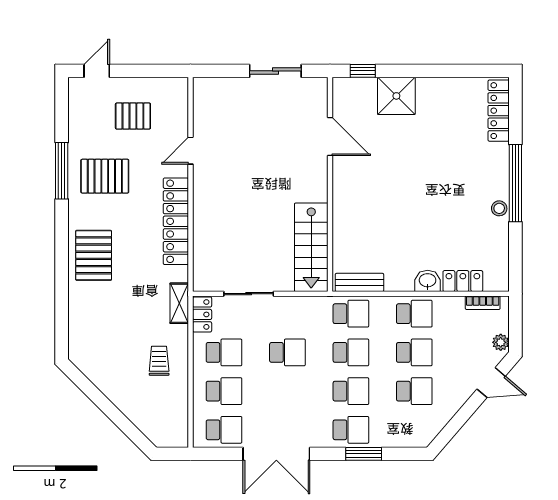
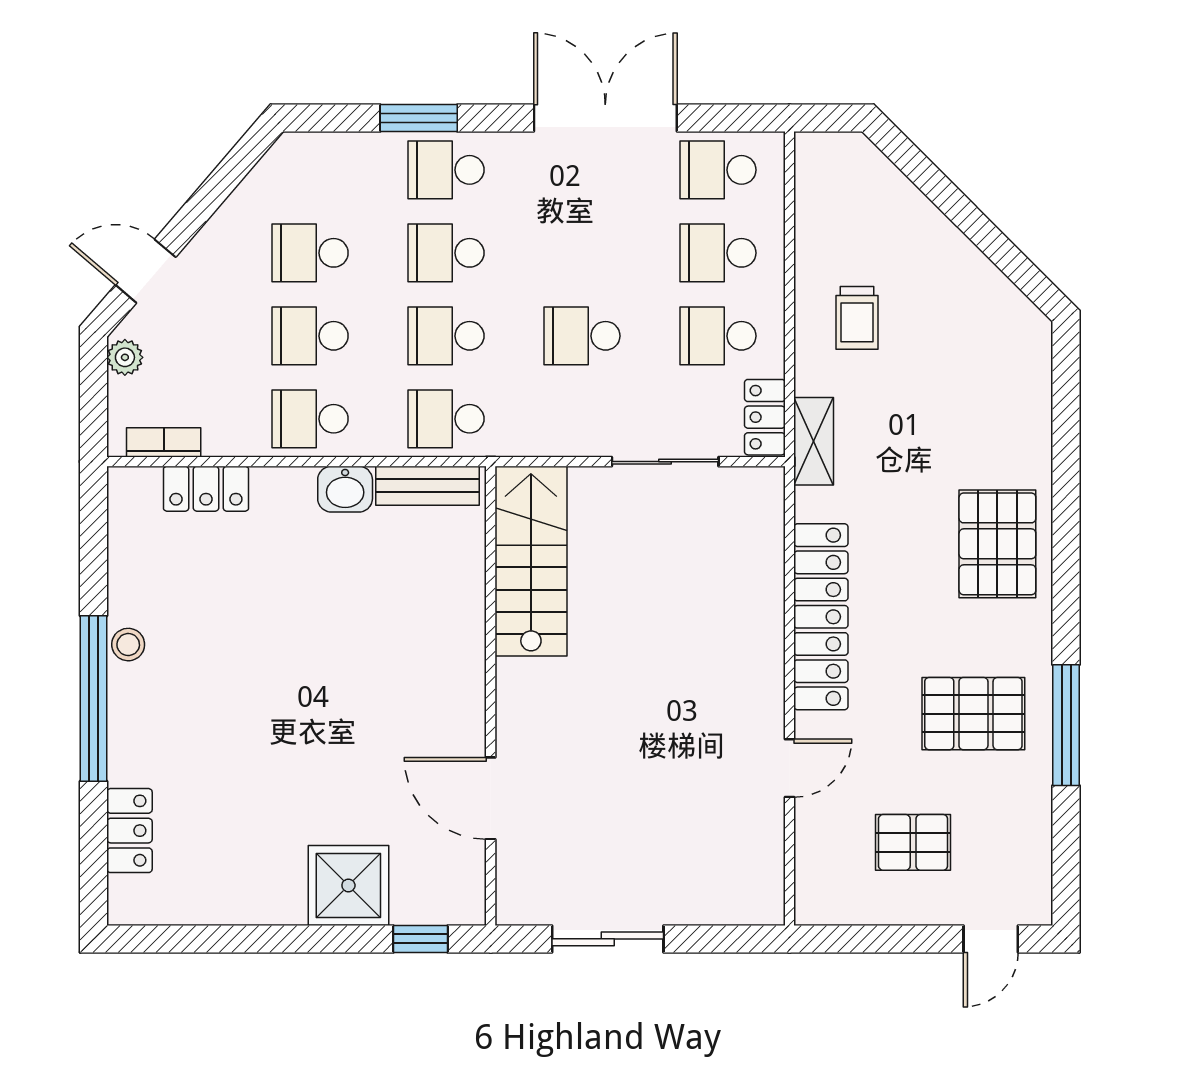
locker: (499, 111) -> (130, 831), width x0.66
washbasin: (428, 281) -> (345, 489), moved

